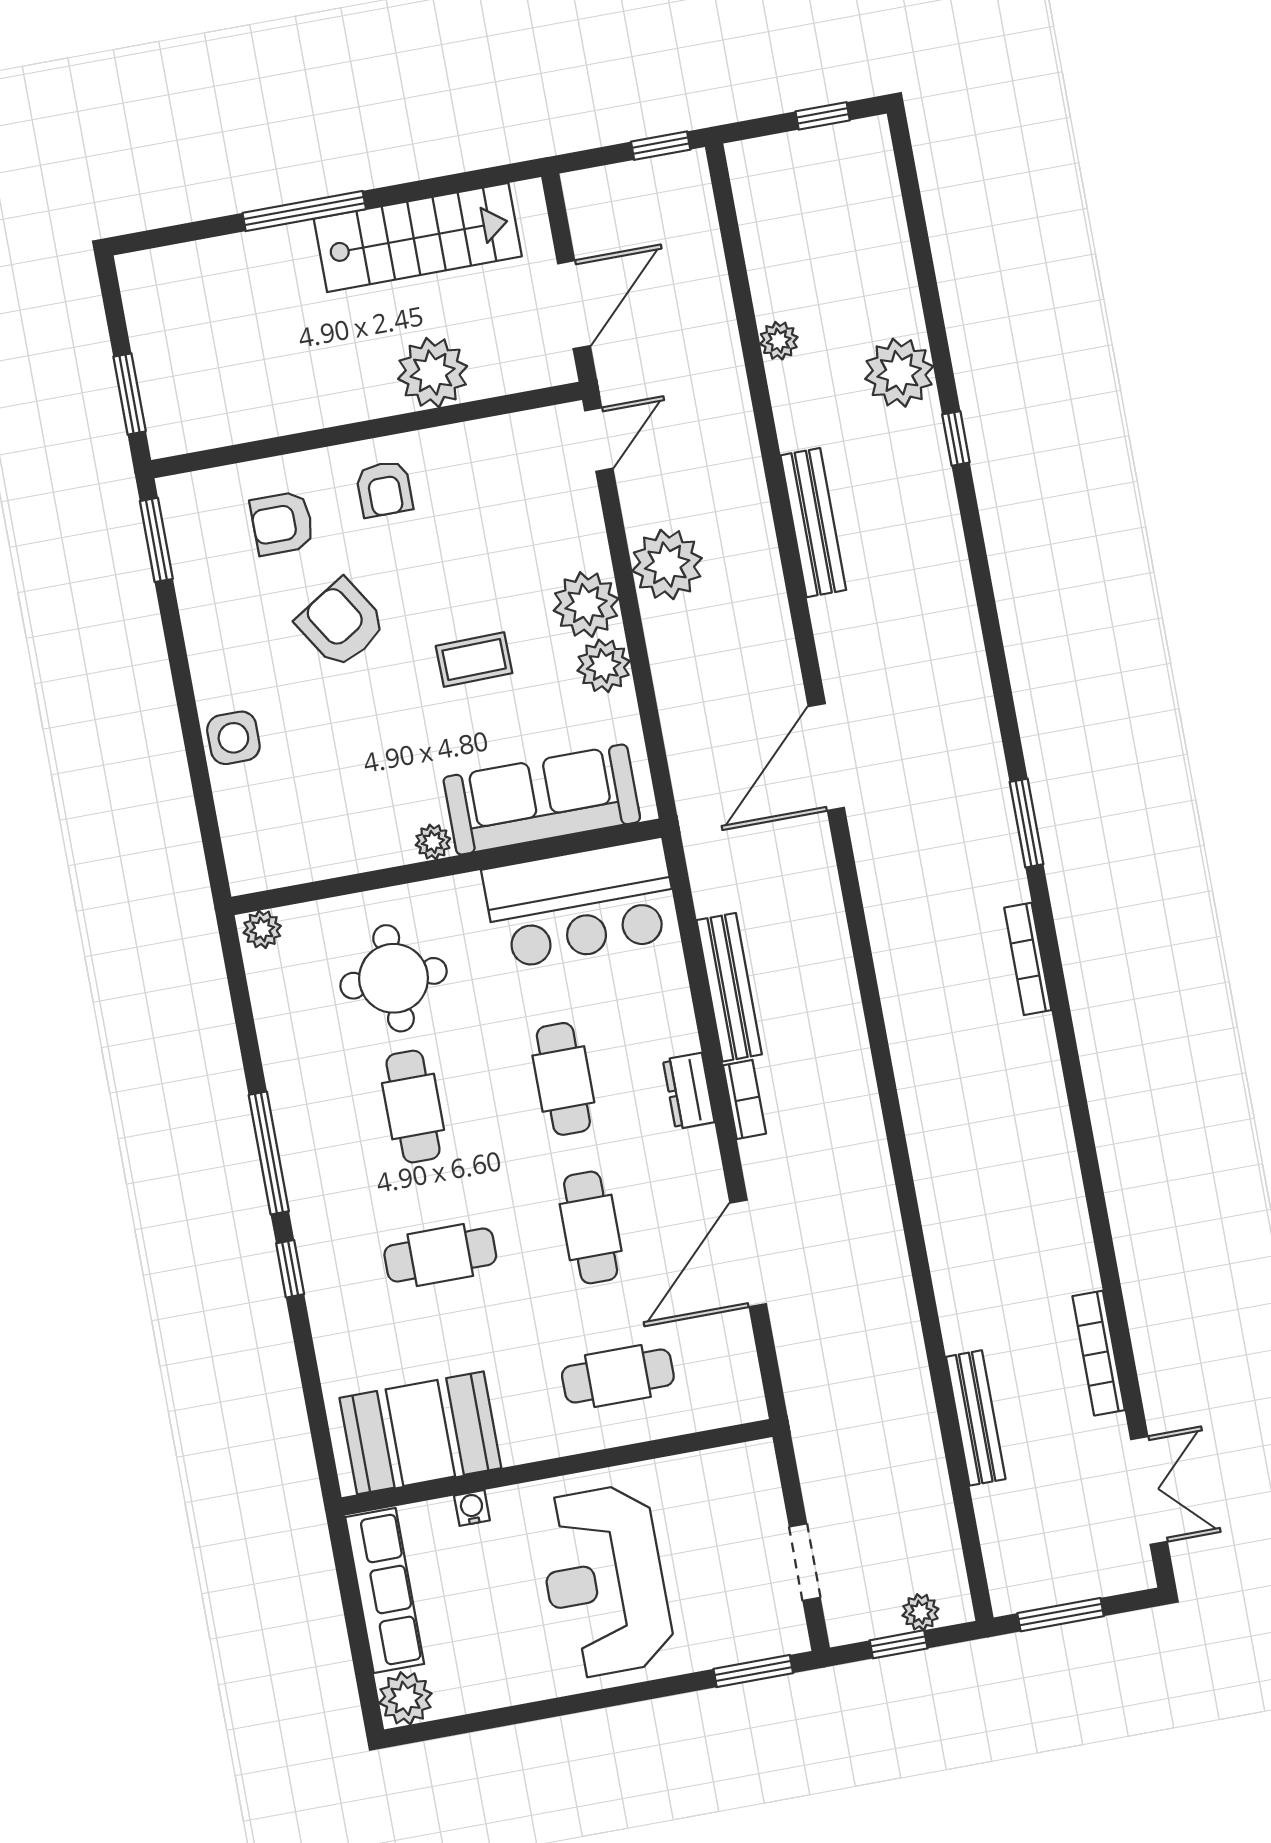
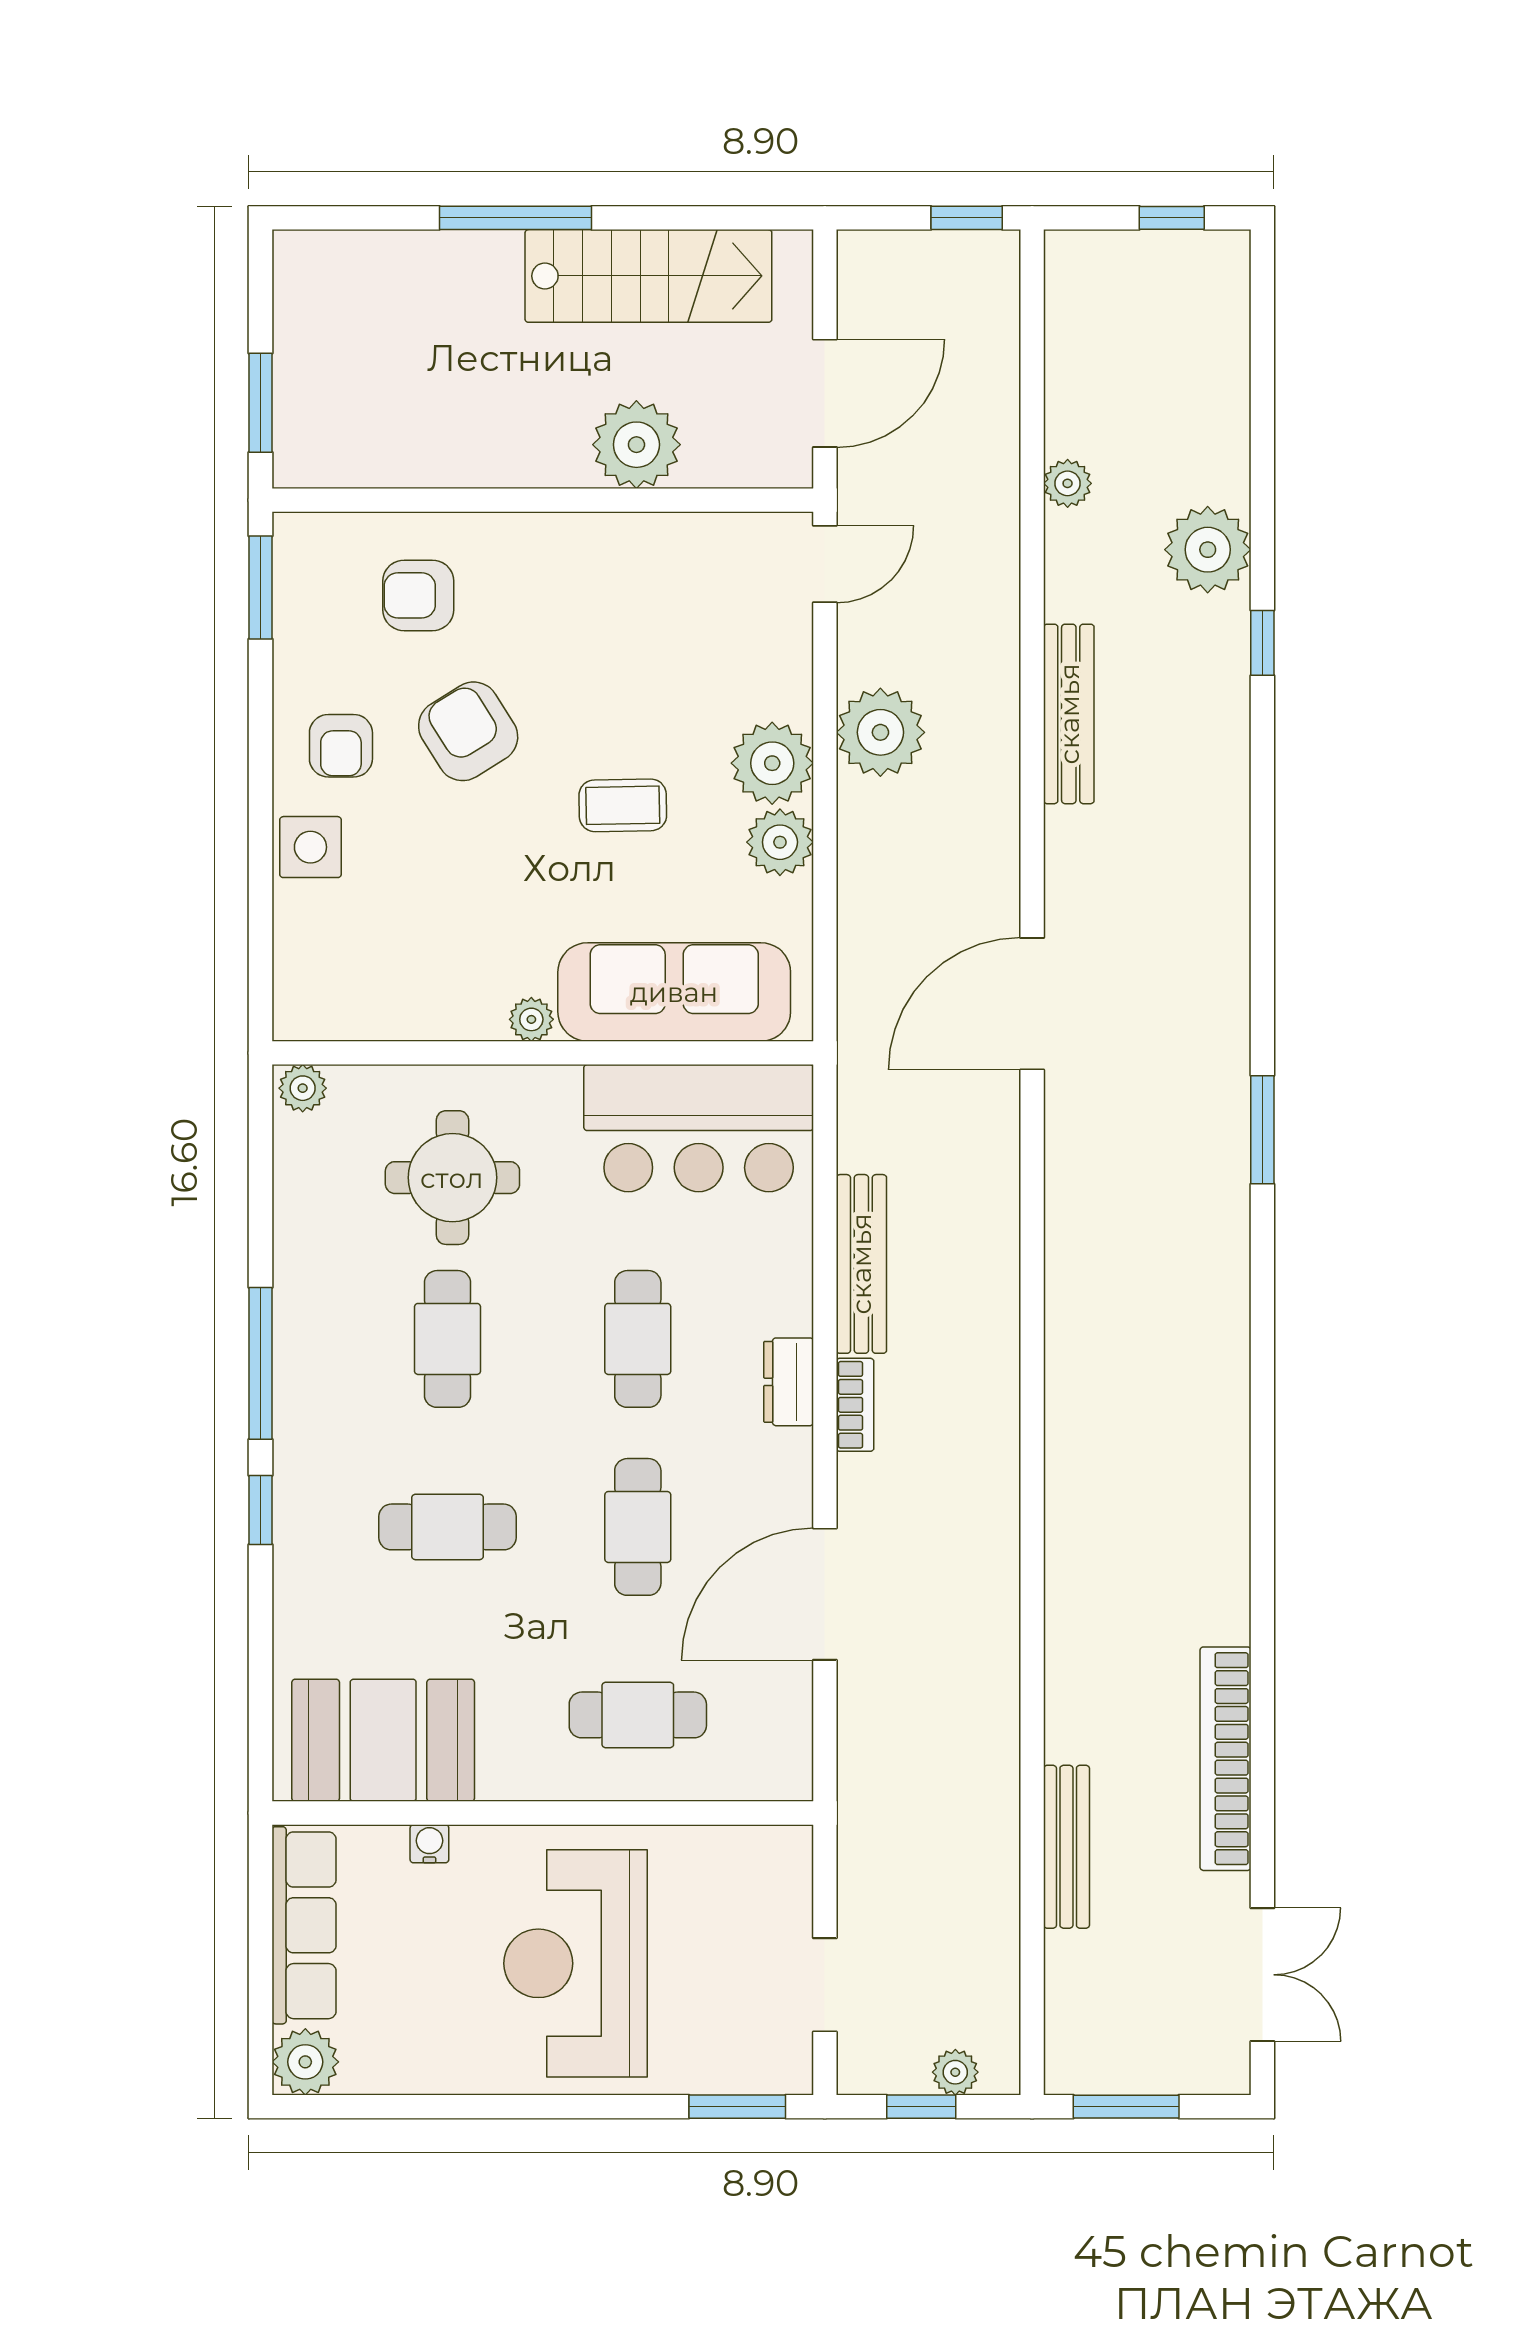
armchair: (384, 489) -> (341, 746), moved
bookcase: (1028, 959) -> (1233, 1296), removed
bookcase: (1099, 1353) -> (1226, 1759), width x1.48, depth x1.31

